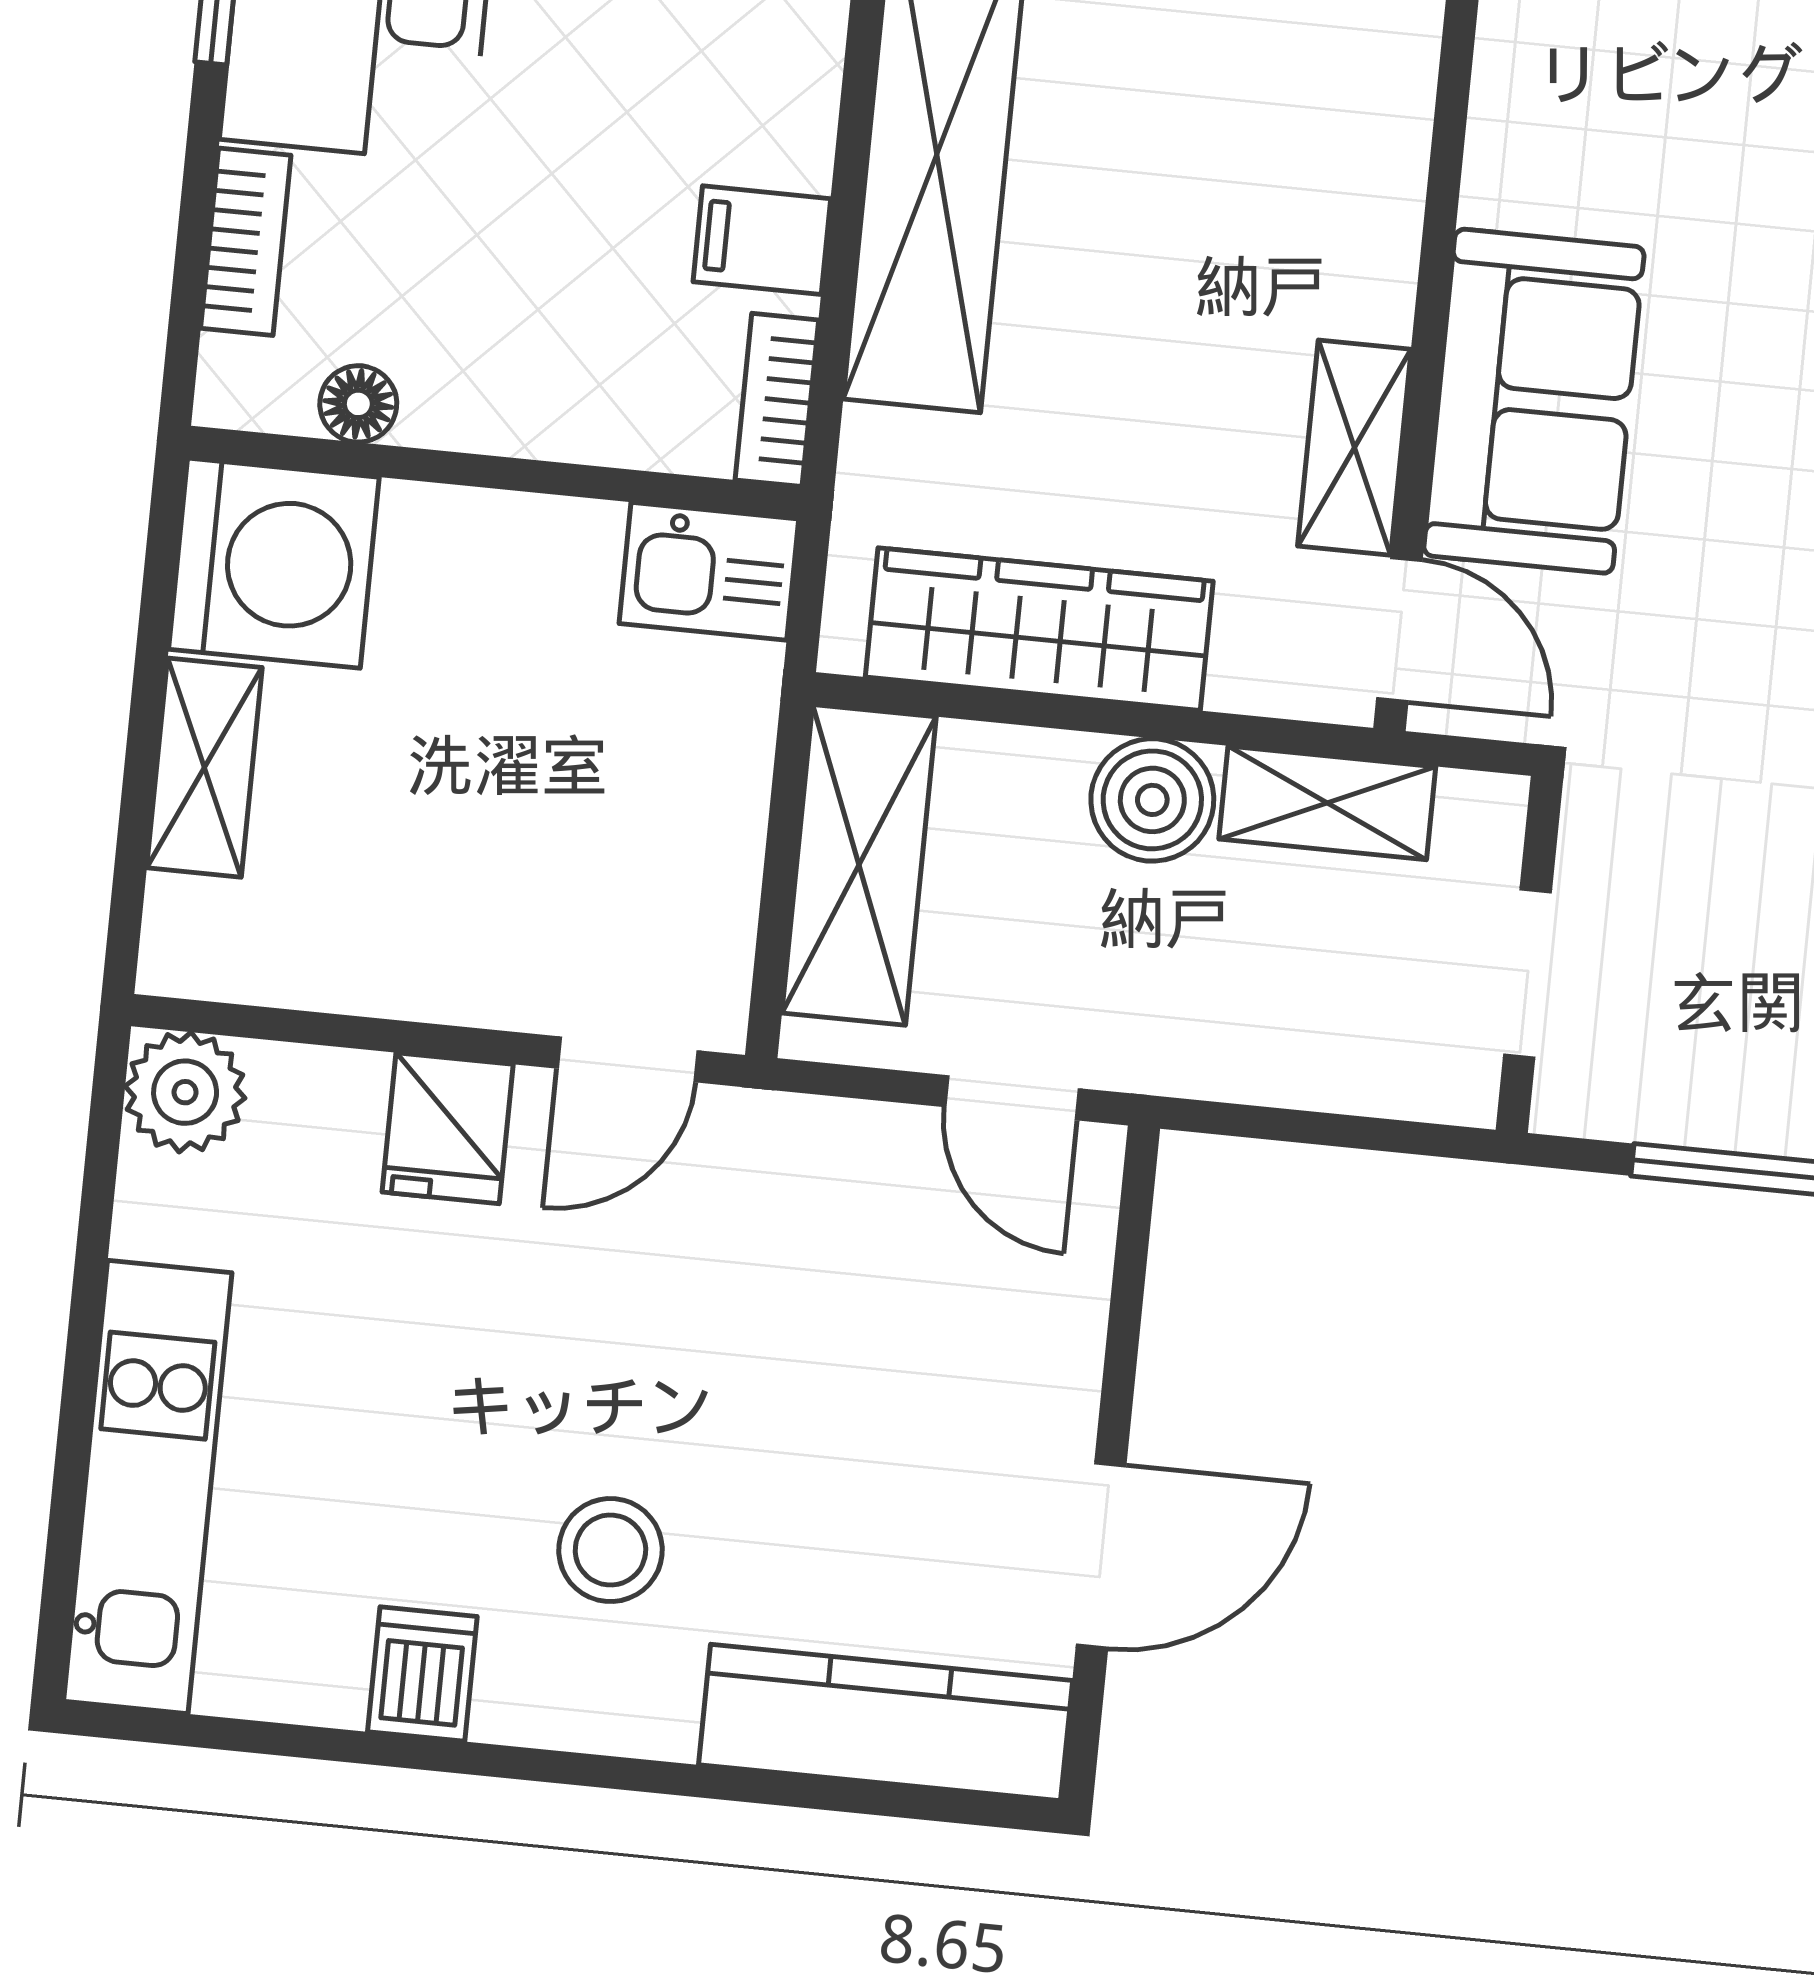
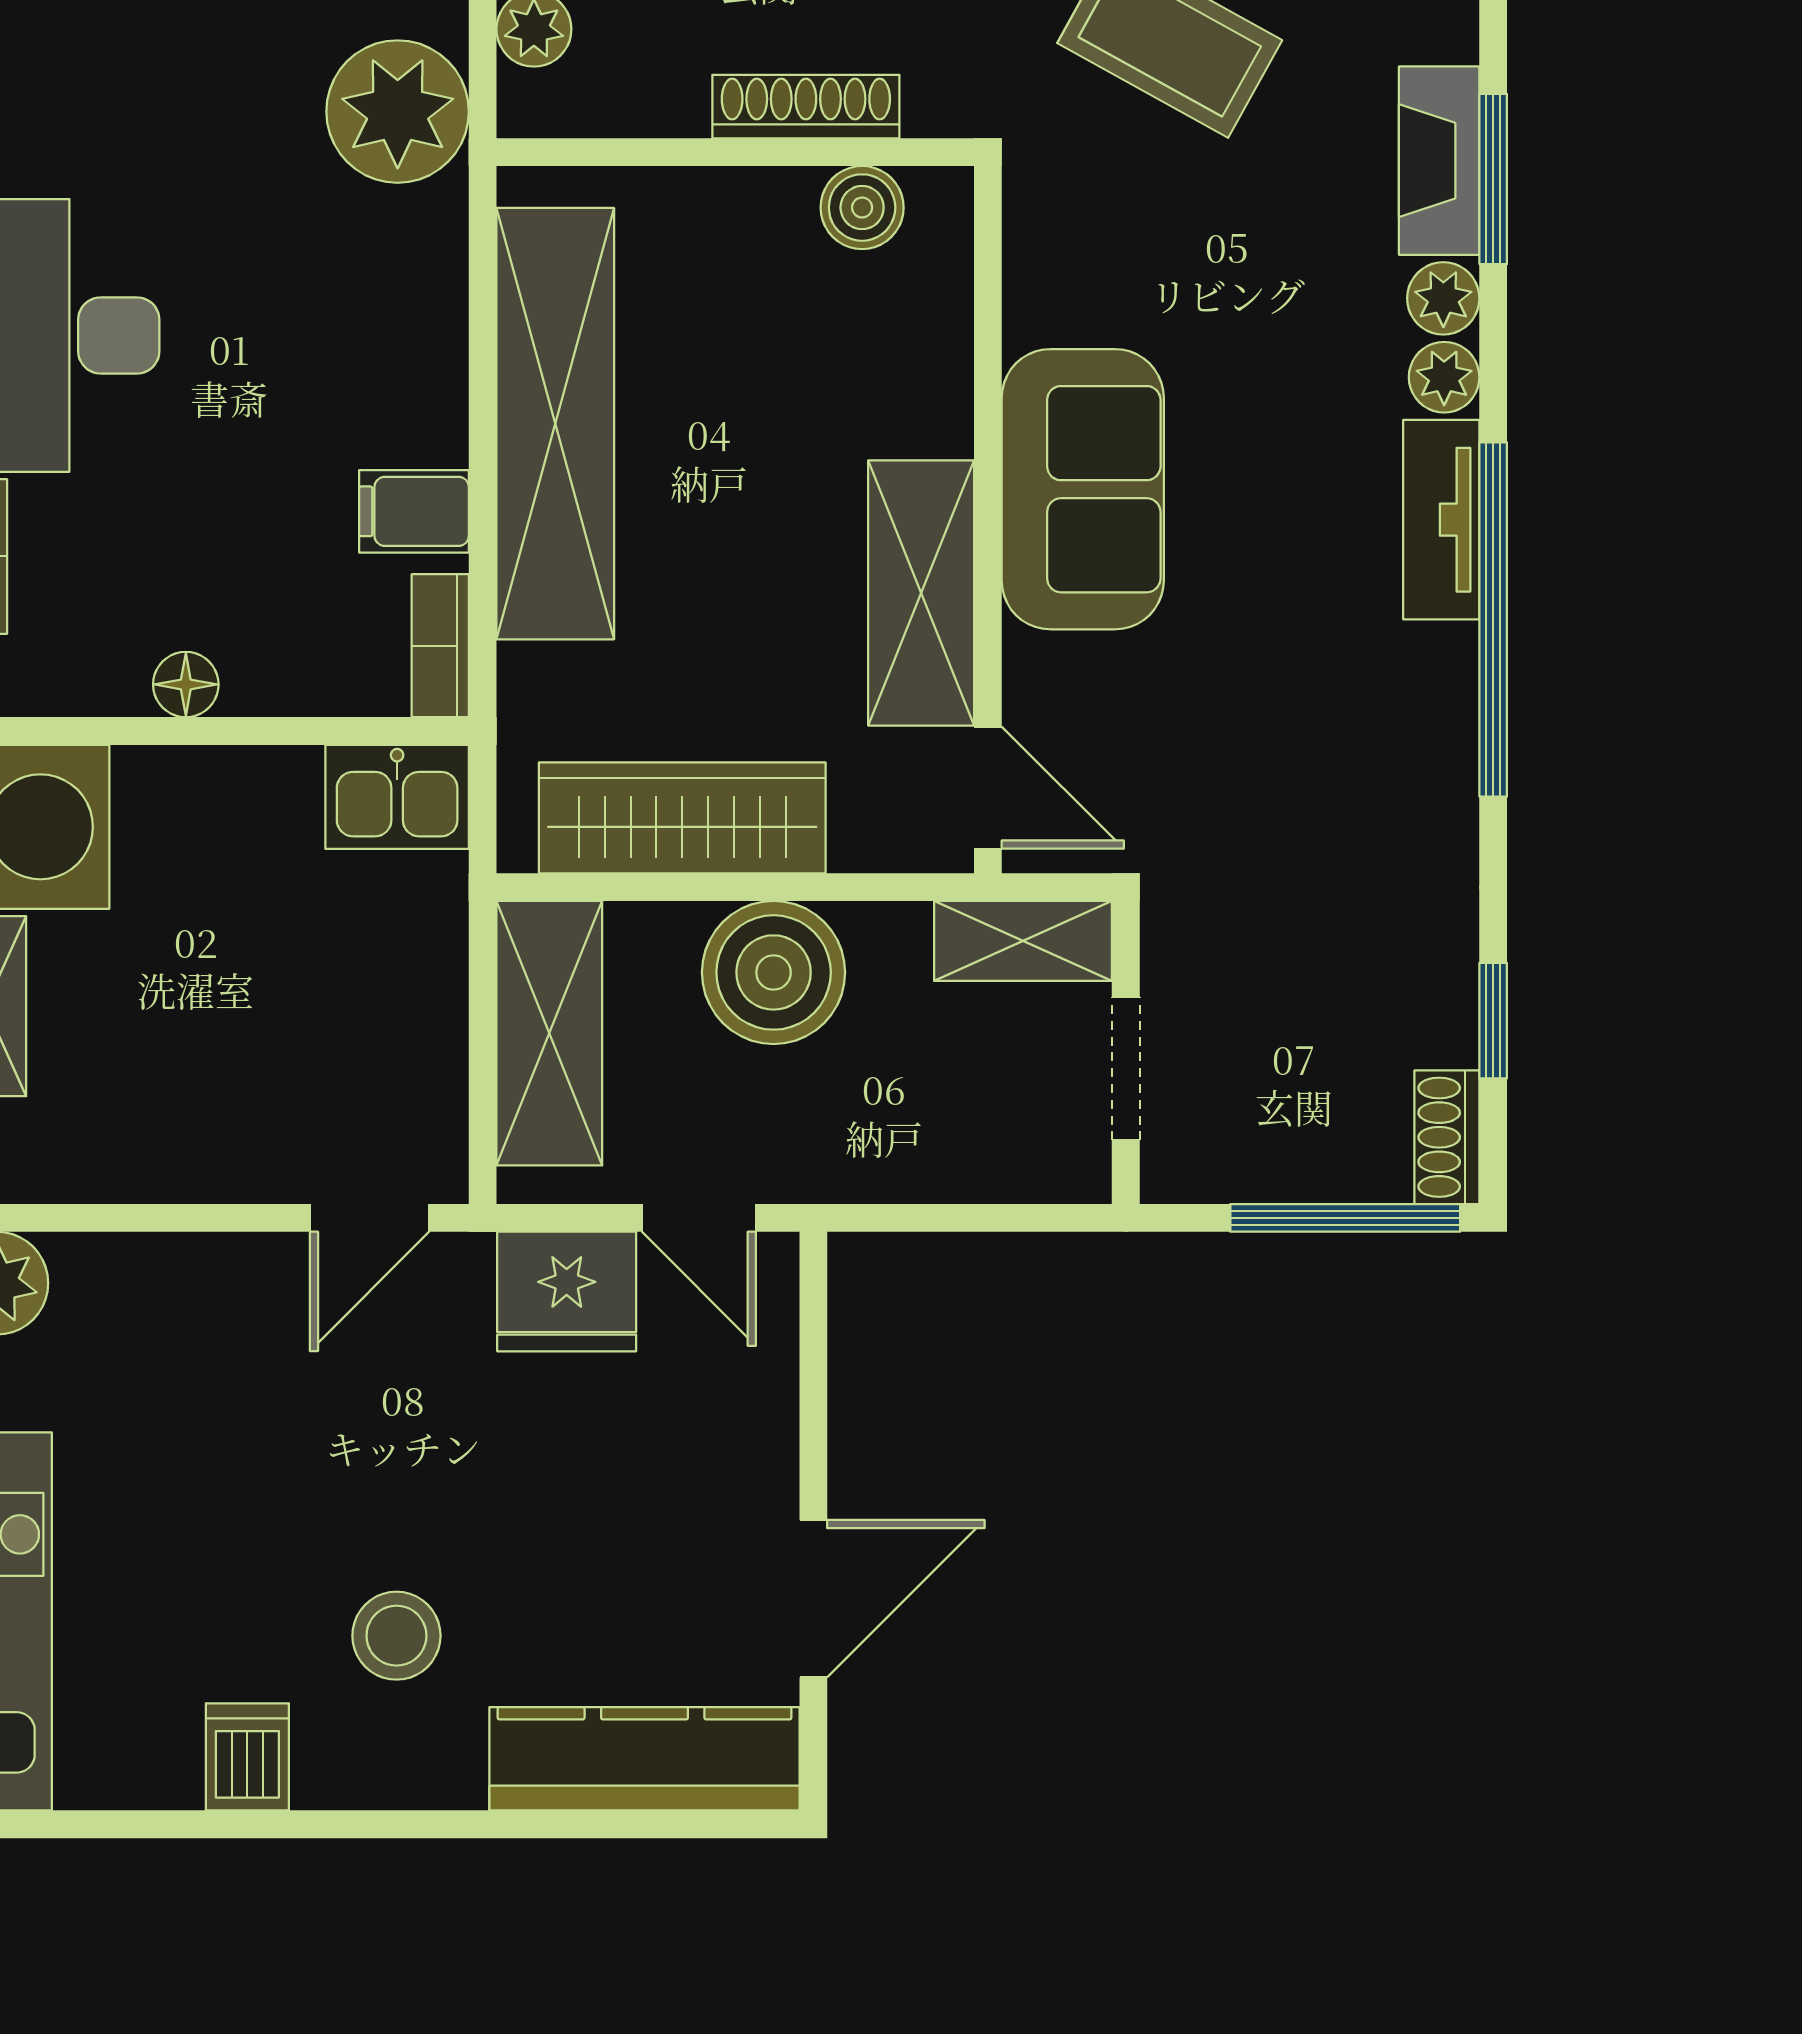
sofa: (1534, 401) -> (1083, 489), moved
floor lamp: (358, 404) -> (186, 684), moved
shelving: (1354, 448) -> (921, 593), width x1.50, depth x1.33
boiler: (1152, 800) -> (774, 972), width x1.37, depth x1.37
shelving: (1327, 803) -> (1023, 941), moved
fridge: (448, 1128) -> (567, 1292), moved, width x1.38

